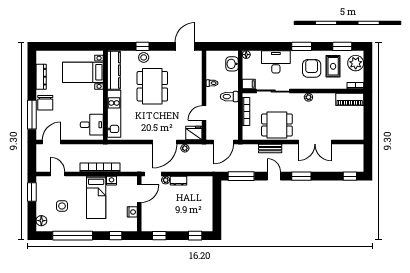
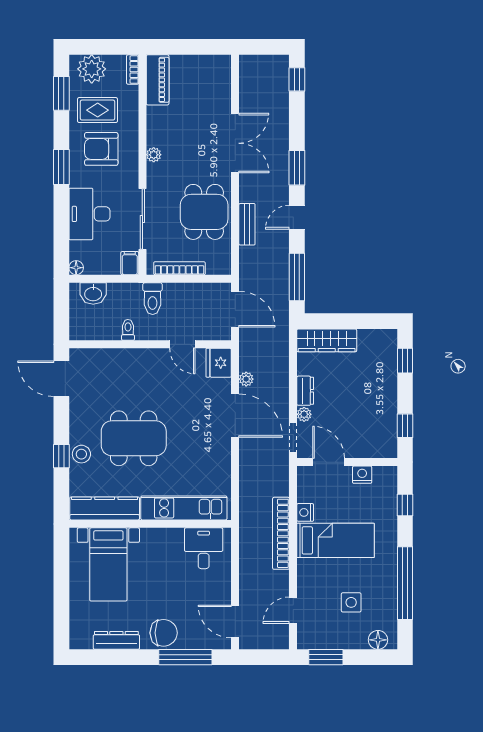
wardrobe: (206, 192) -> (327, 340), added

